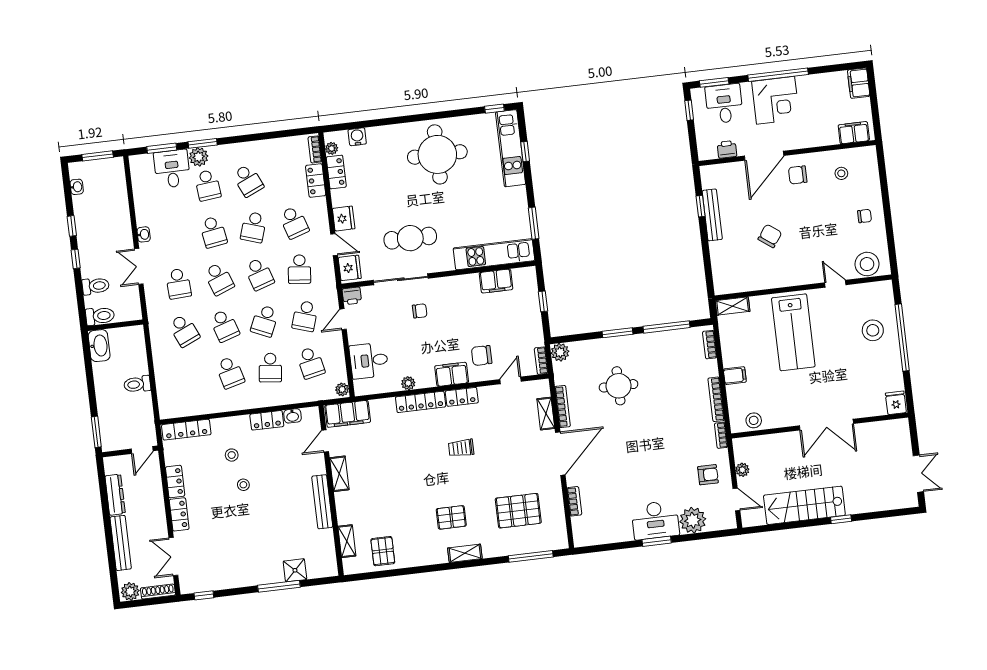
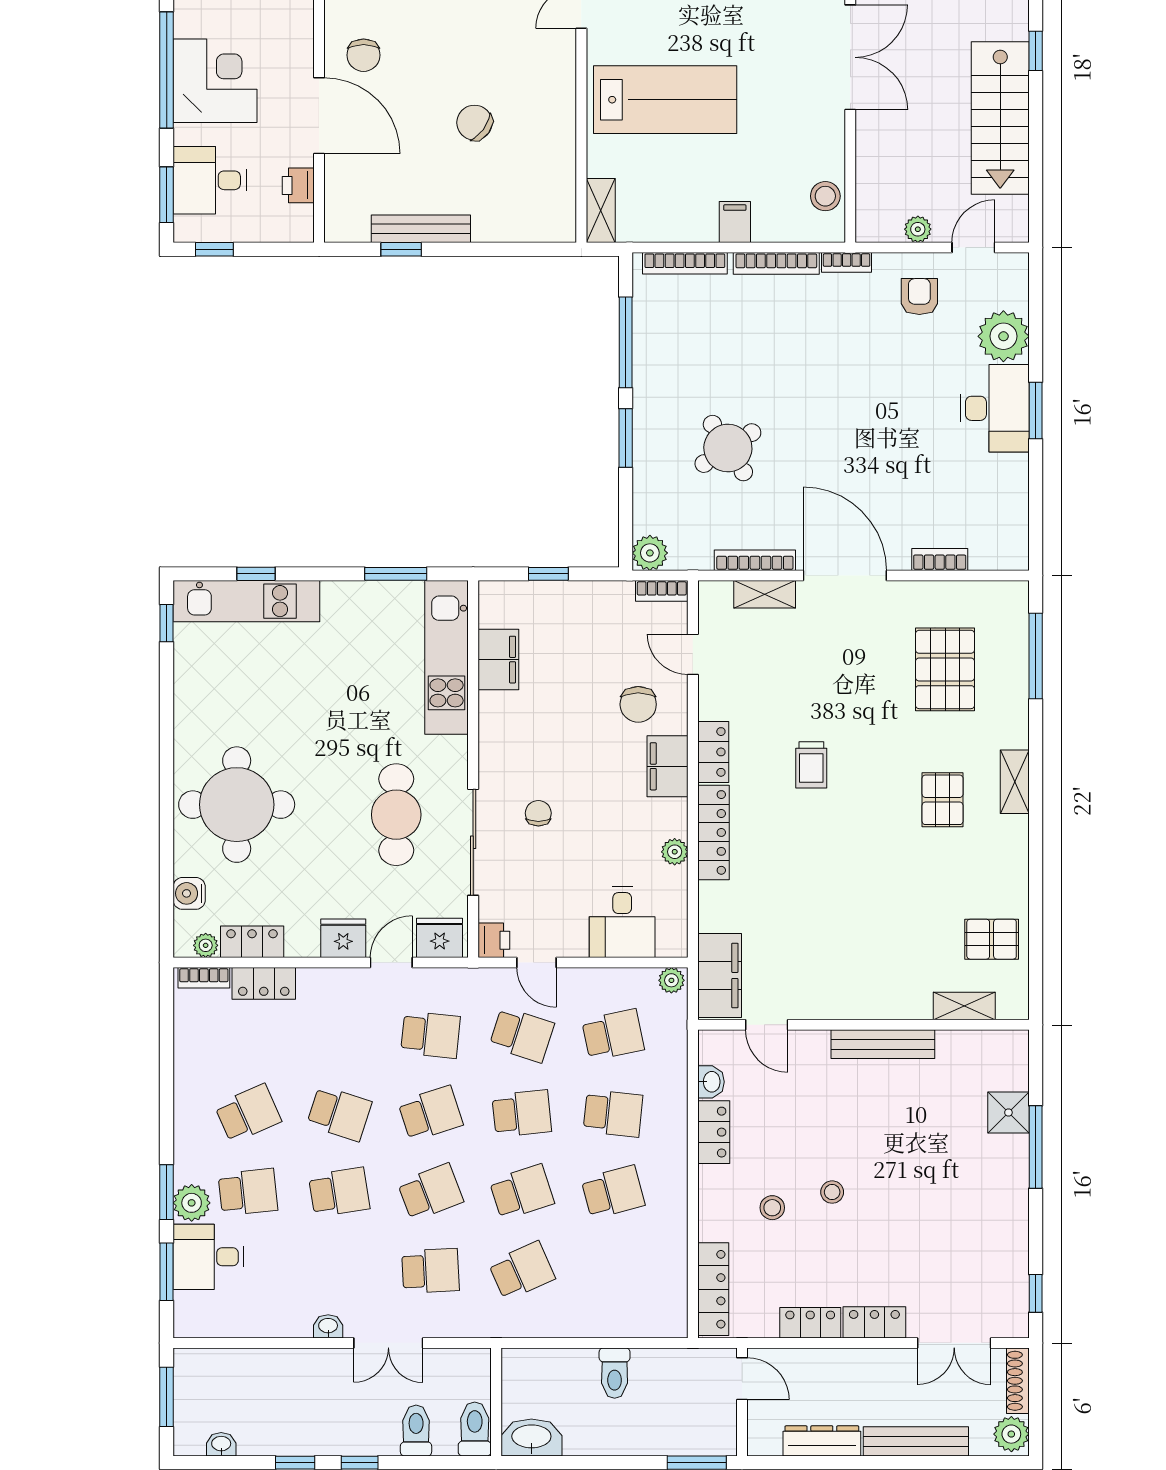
round table: (437, 154) -> (237, 805), moved
school desk: (294, 222) -> (339, 1035), removed
school desk: (265, 321) -> (522, 1113), turned -30
bookcase: (710, 345) -> (685, 263), width x1.56
round table: (619, 386) -> (728, 448), turned -33
shelving: (339, 474) -> (833, 1005), removed

